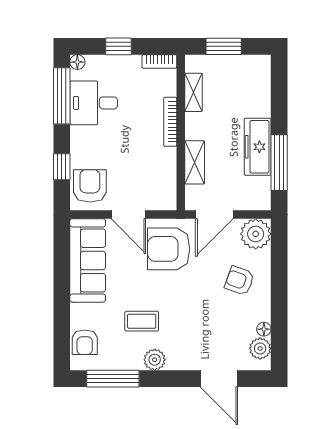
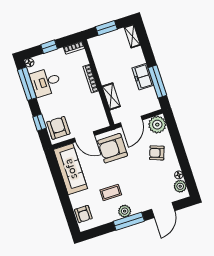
shelving: (193, 92) -> (132, 36), moved
freezer: (258, 147) -> (143, 77), width x0.71
window: (113, 379) -> (129, 221), moved
door: (219, 379) -> (163, 210), hinge flipped

